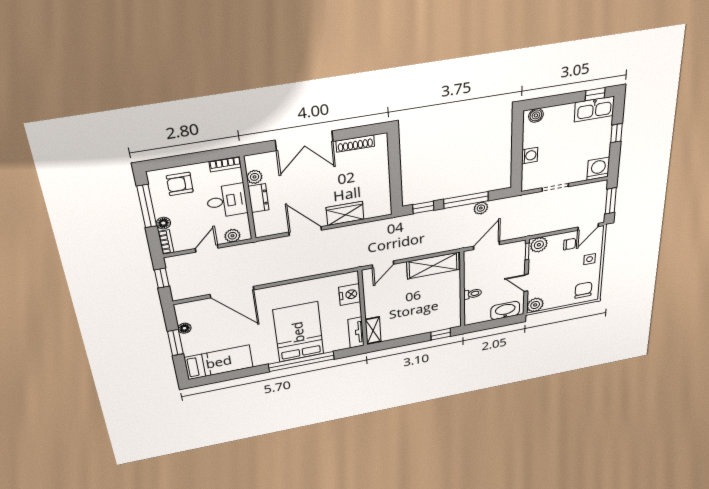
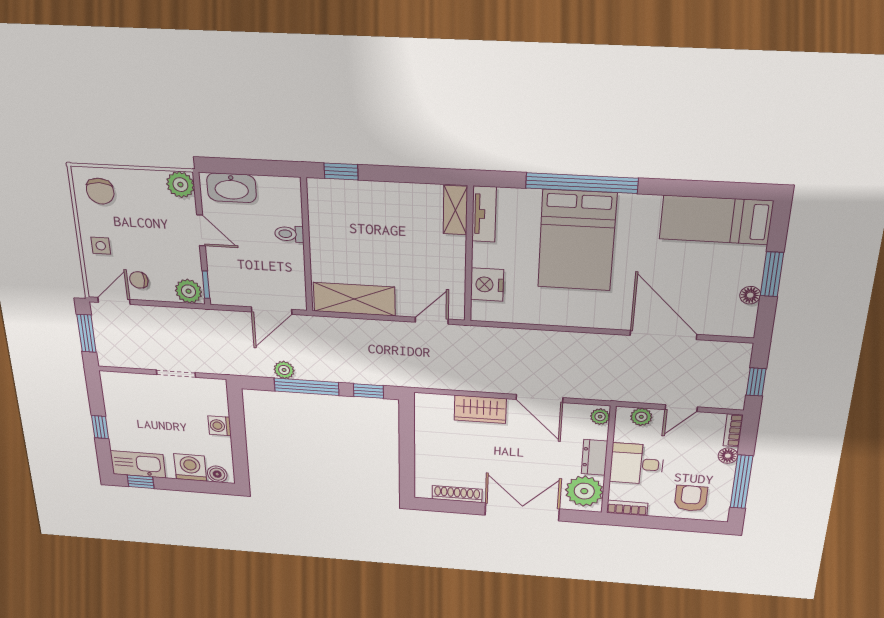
washing machine: (598, 169) -> (190, 467), moved, turned 180
plant: (254, 177) -> (584, 491), width x1.88, depth x1.88
armchair: (180, 184) -> (691, 498), turned -90
plant: (261, 229) -> (600, 417), added

